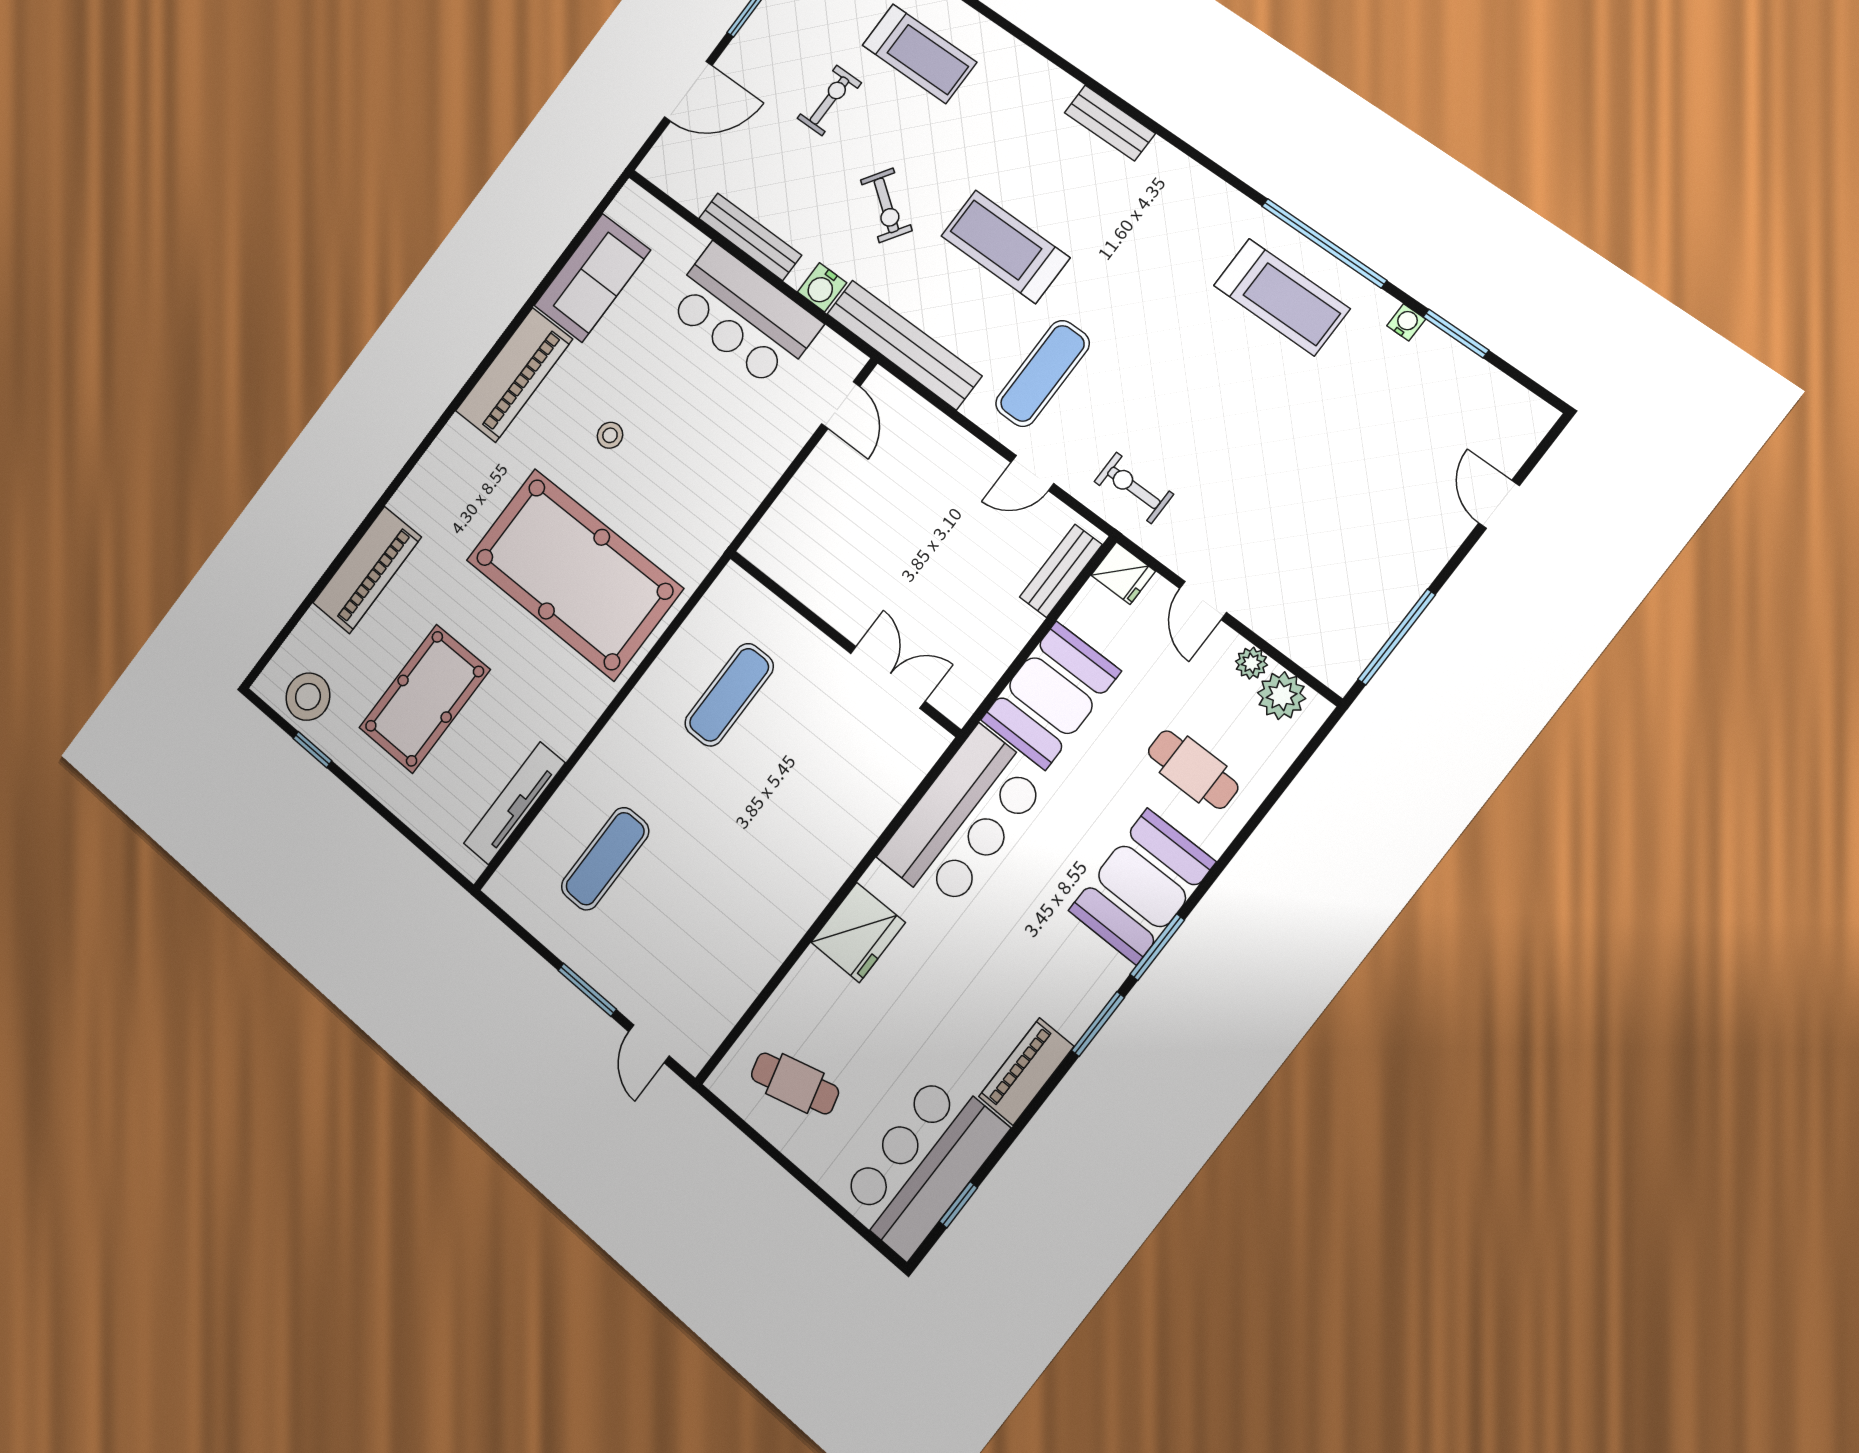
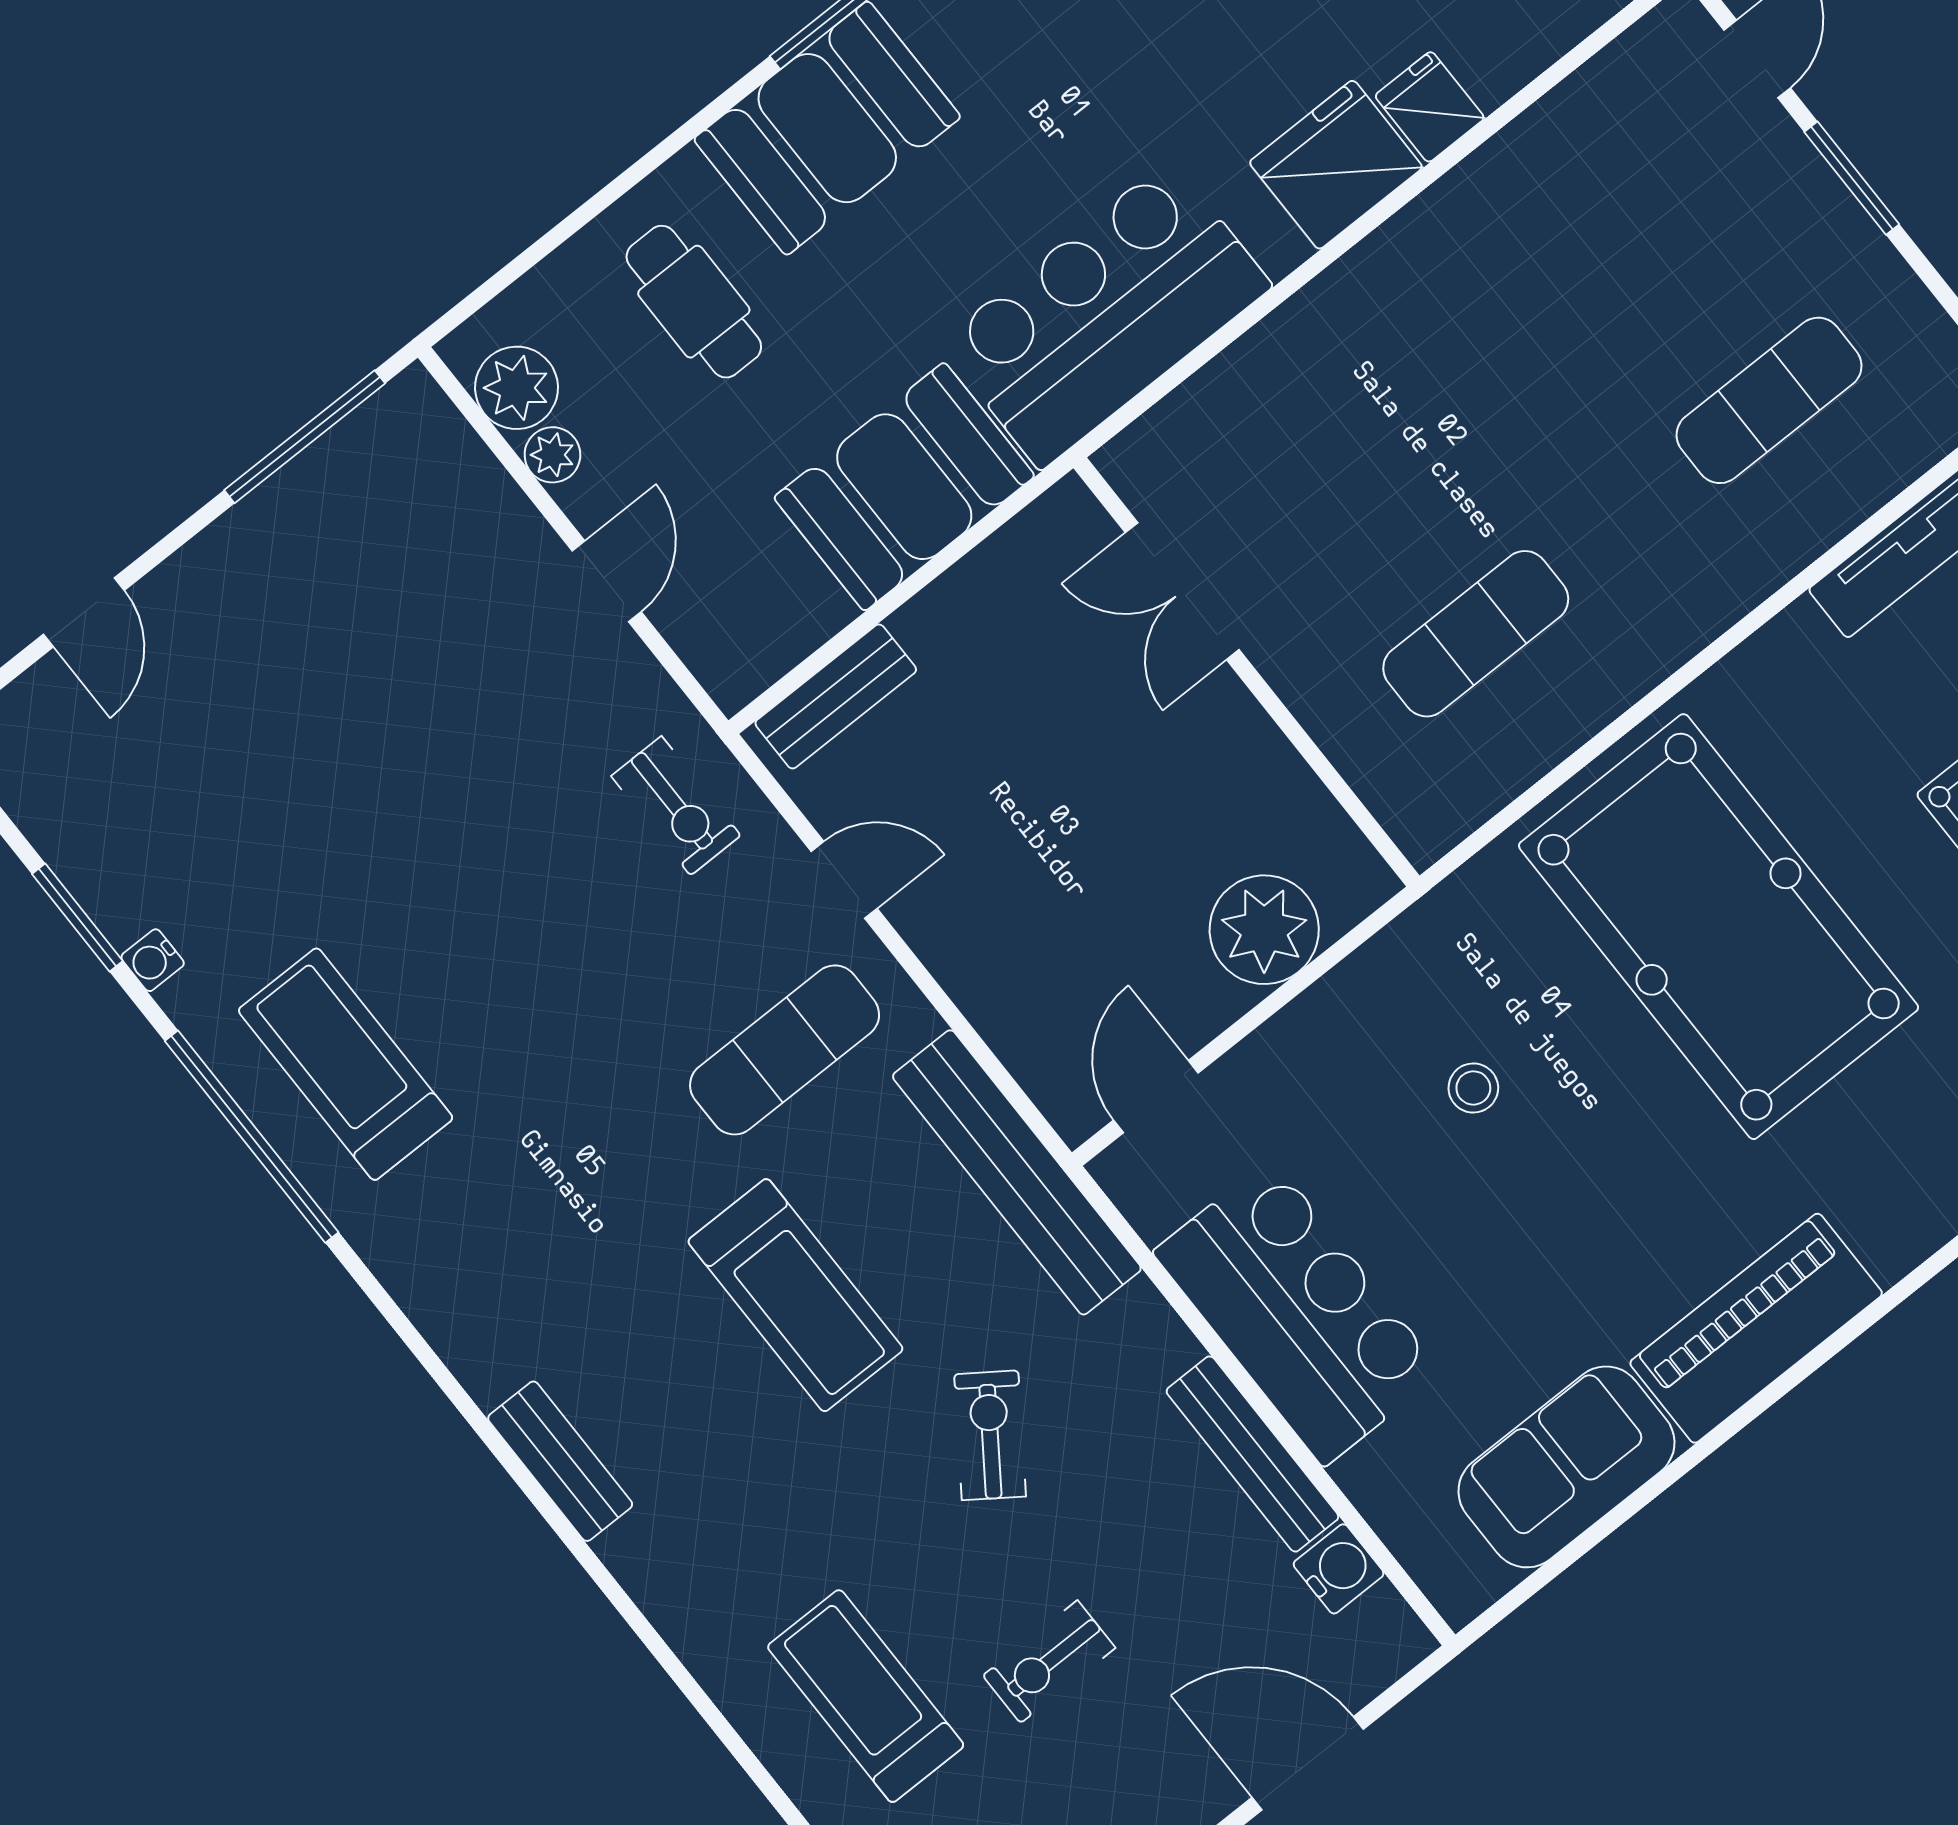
water cooler: (822, 287) -> (1339, 1569), moved
stool: (610, 435) -> (1473, 1088), moved
plant: (804, 508) -> (1264, 930), added
fridge: (1123, 573) -> (1430, 107), moved

